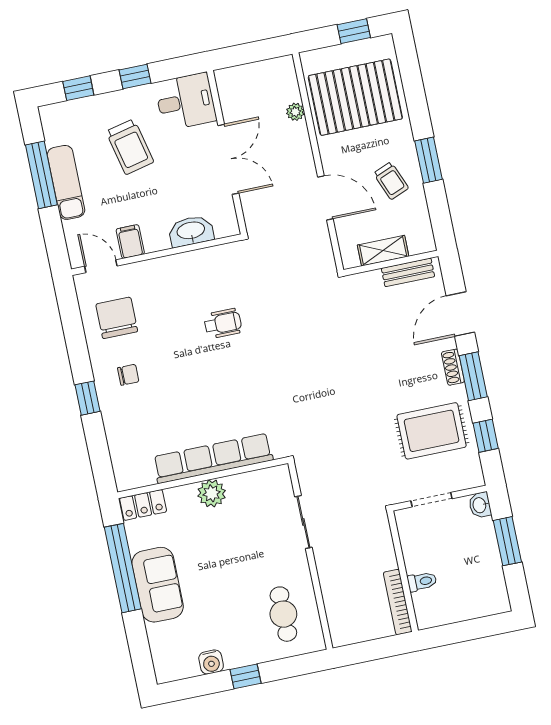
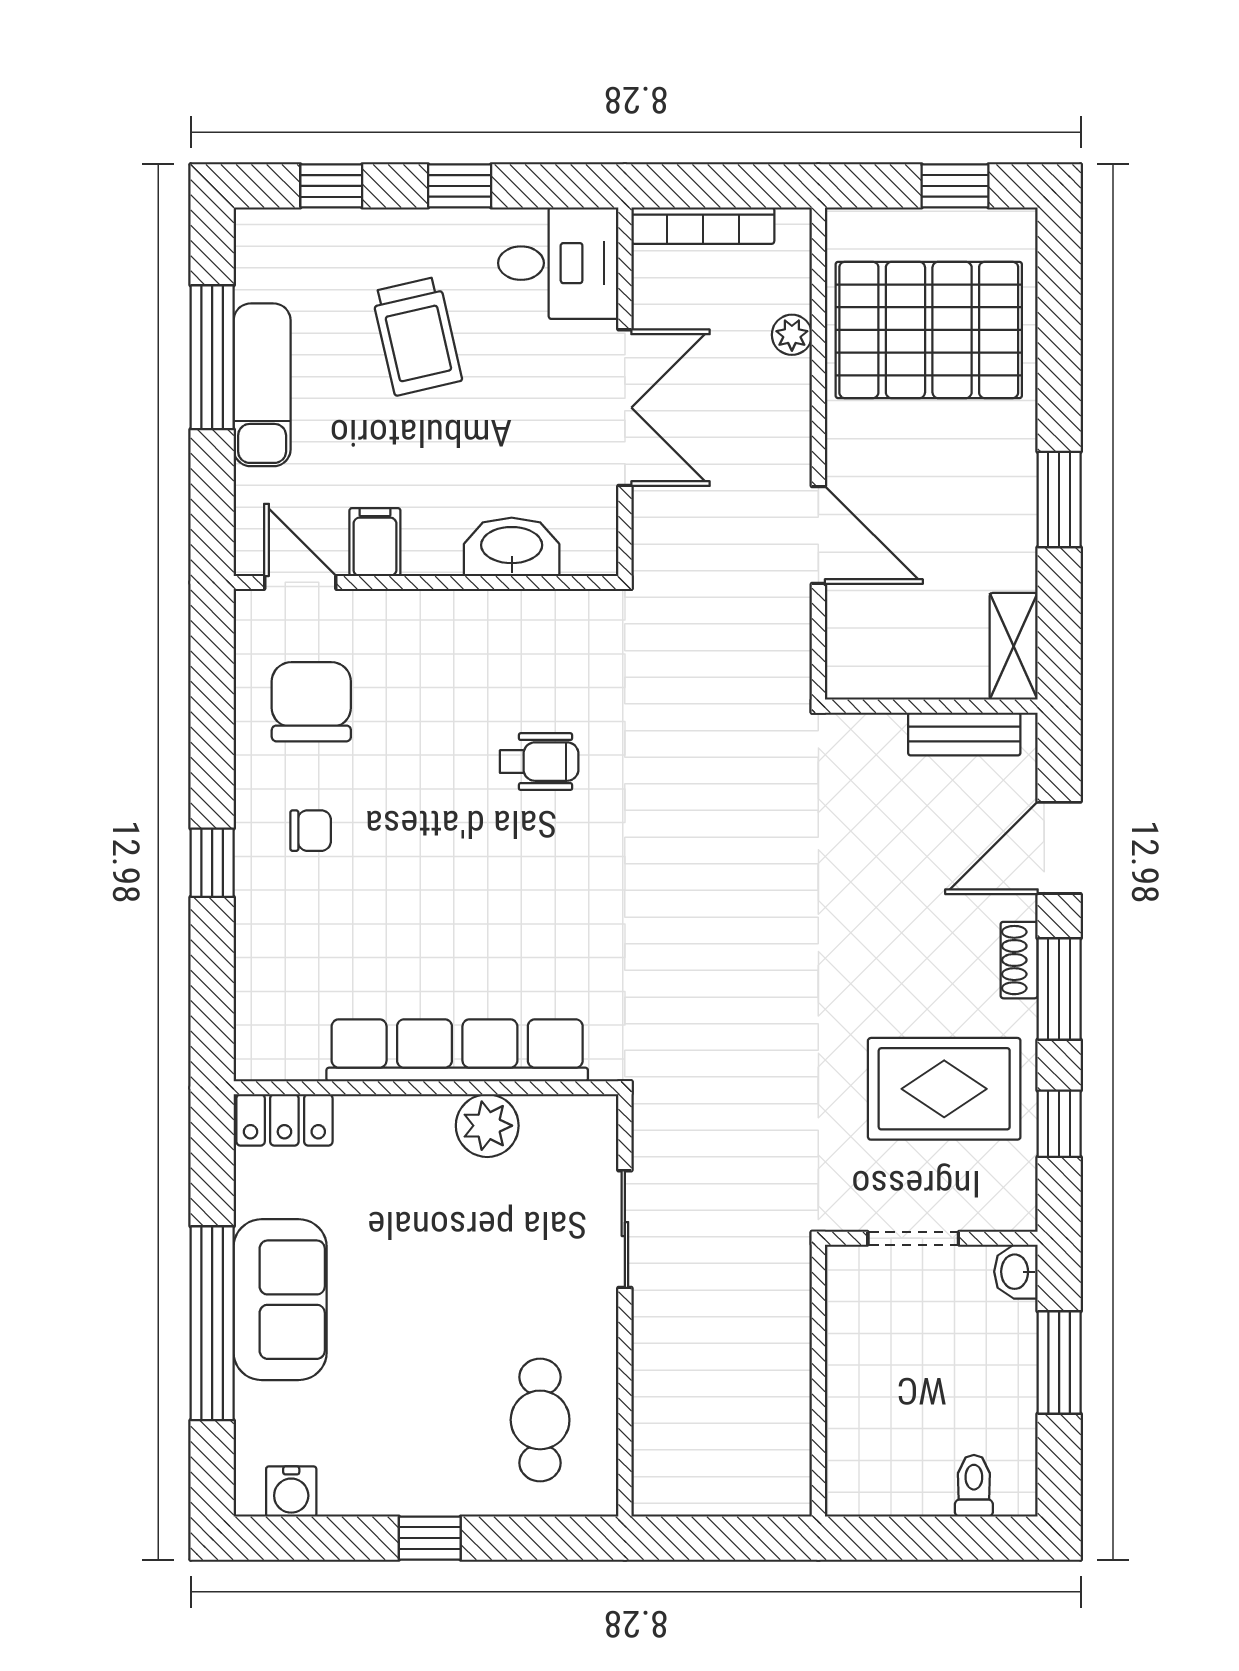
trolley: (391, 181) -> (969, 527), removed
shelving: (383, 251) -> (1014, 646), moved, turned 90
plant: (212, 493) -> (487, 1126), moved
window: (123, 568) -> (212, 1323), moved
toilet: (422, 582) -> (974, 1486), moved, turned -90
bookcase: (398, 602) -> (703, 226), moved, turned -90
water cooler: (211, 662) -> (291, 1492), moved

